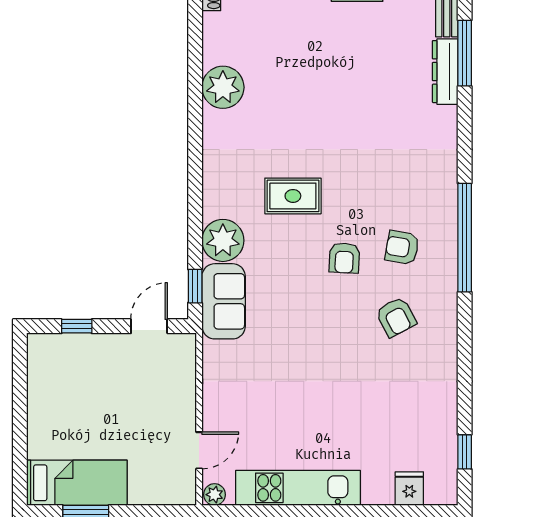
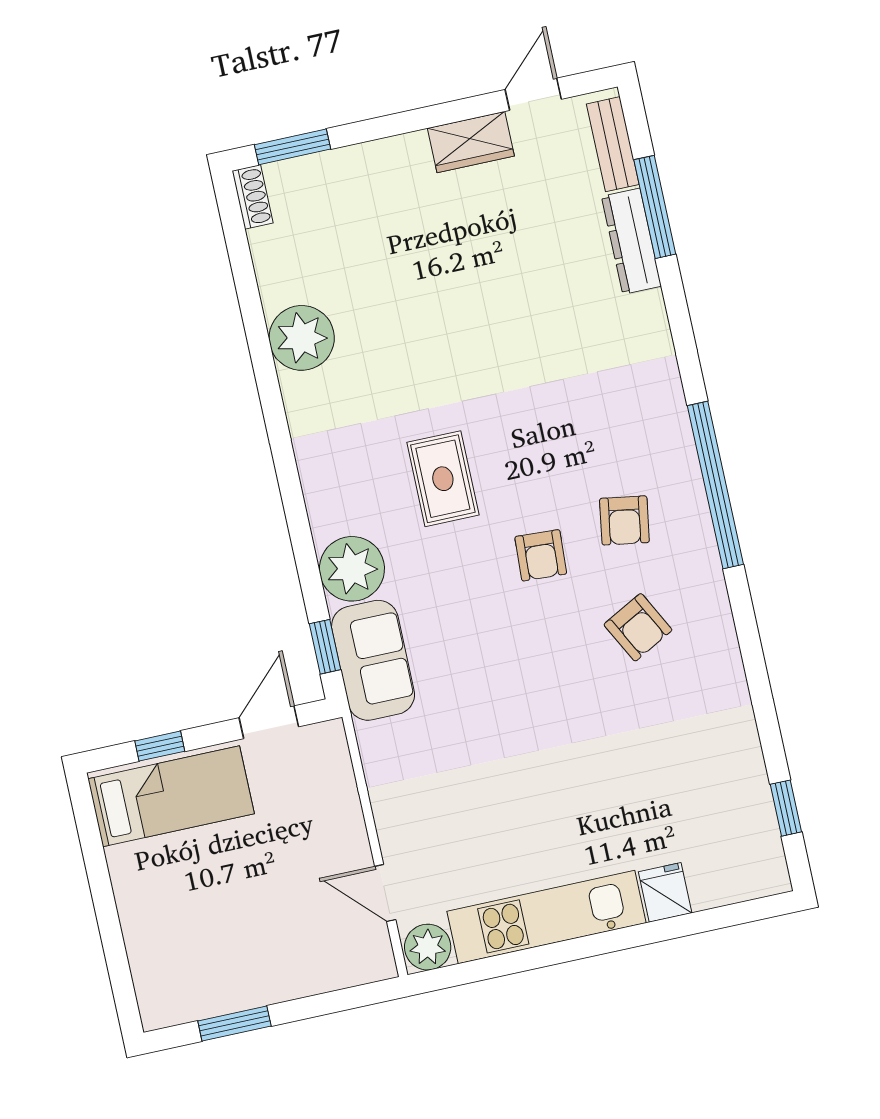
rug: (293, 196) -> (443, 479), turned 90
armchair: (402, 247) -> (624, 520), turned -91
door: (199, 450) -> (385, 893), swing flipped
bed: (77, 483) -> (171, 796), moved
fridge: (409, 489) -> (665, 892), moved
plant: (215, 495) -> (428, 947), width x1.38, depth x1.38

